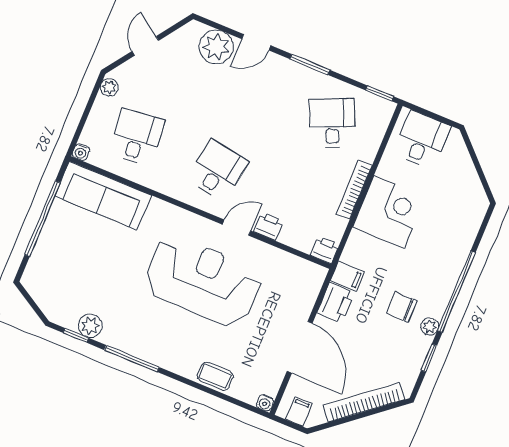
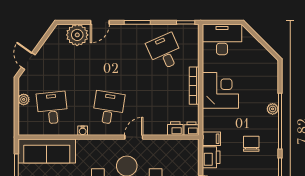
door: (145, 46) -> (28, 61), moved
plant: (109, 87) -> (24, 99), moved
desk: (422, 140) -> (222, 39), width x1.37
water cooler: (81, 152) -> (83, 131), moved
printer: (269, 226) -> (175, 128), moved
chair: (402, 307) -> (251, 144), turned 90
plant: (430, 327) -> (273, 109), moved

